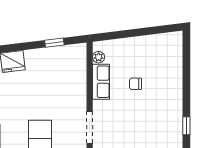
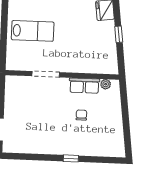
window: (54, 43) -> (119, 34), moved
window: (186, 126) -> (71, 158), moved

